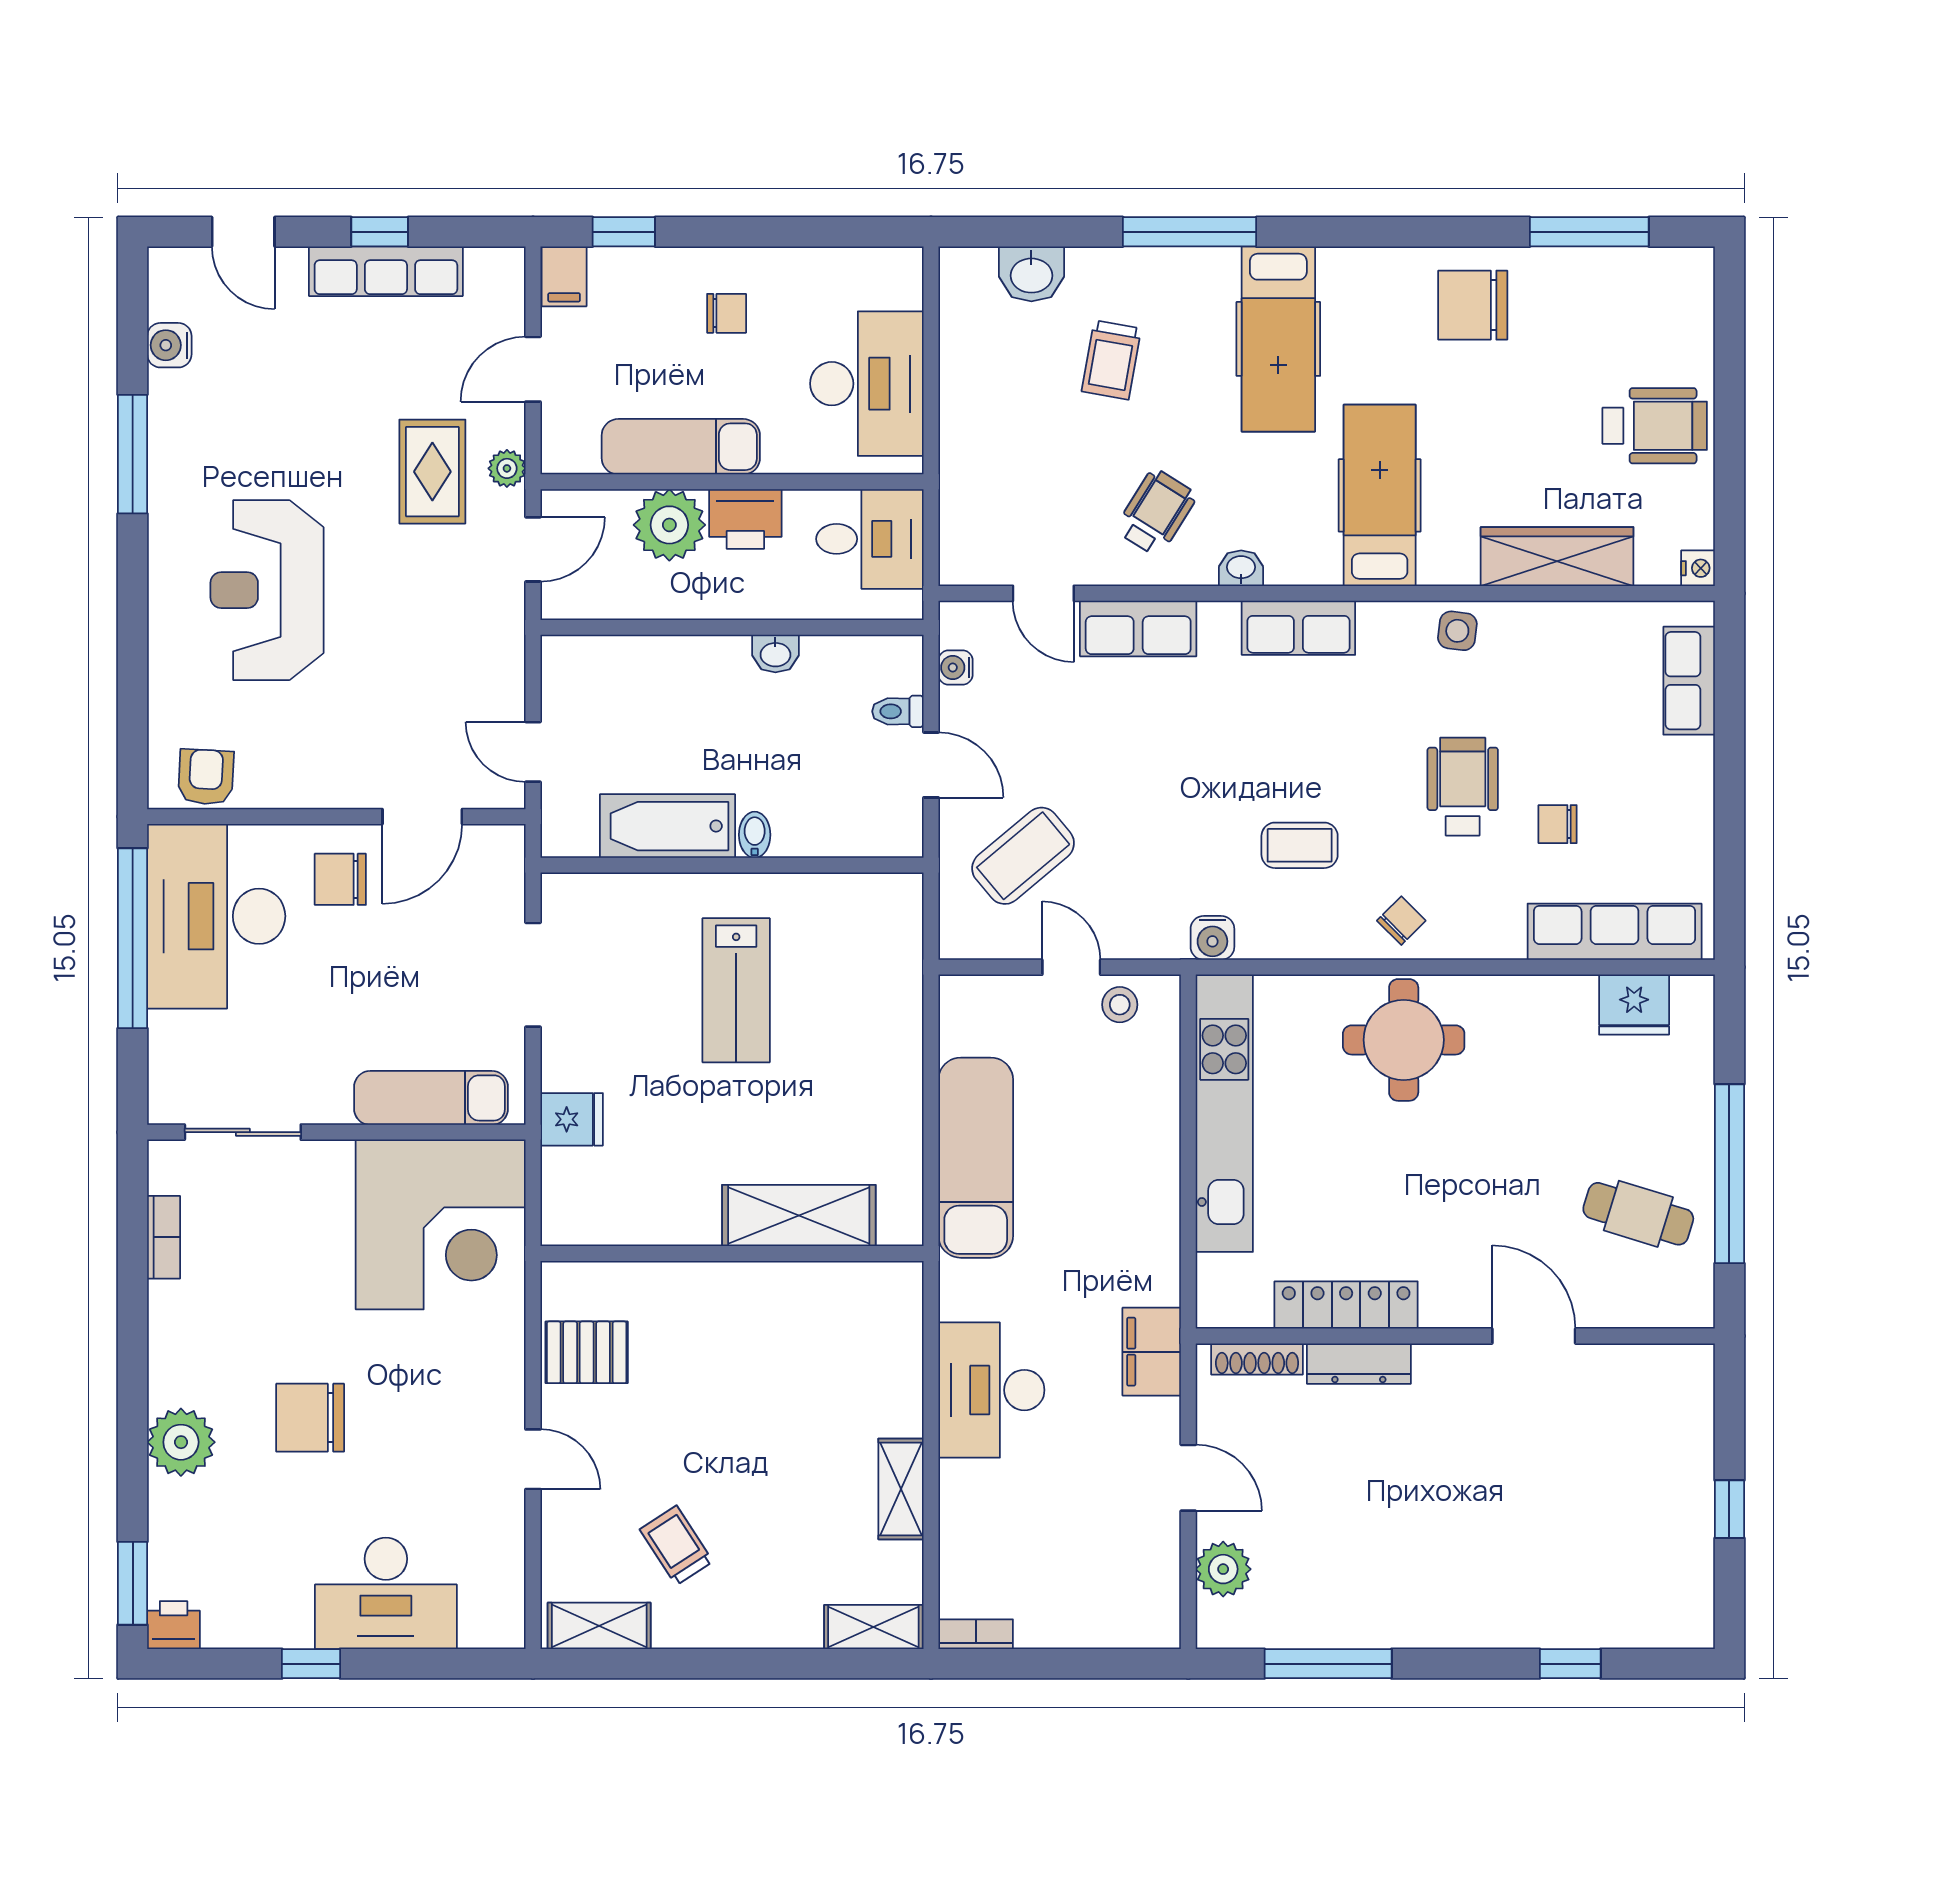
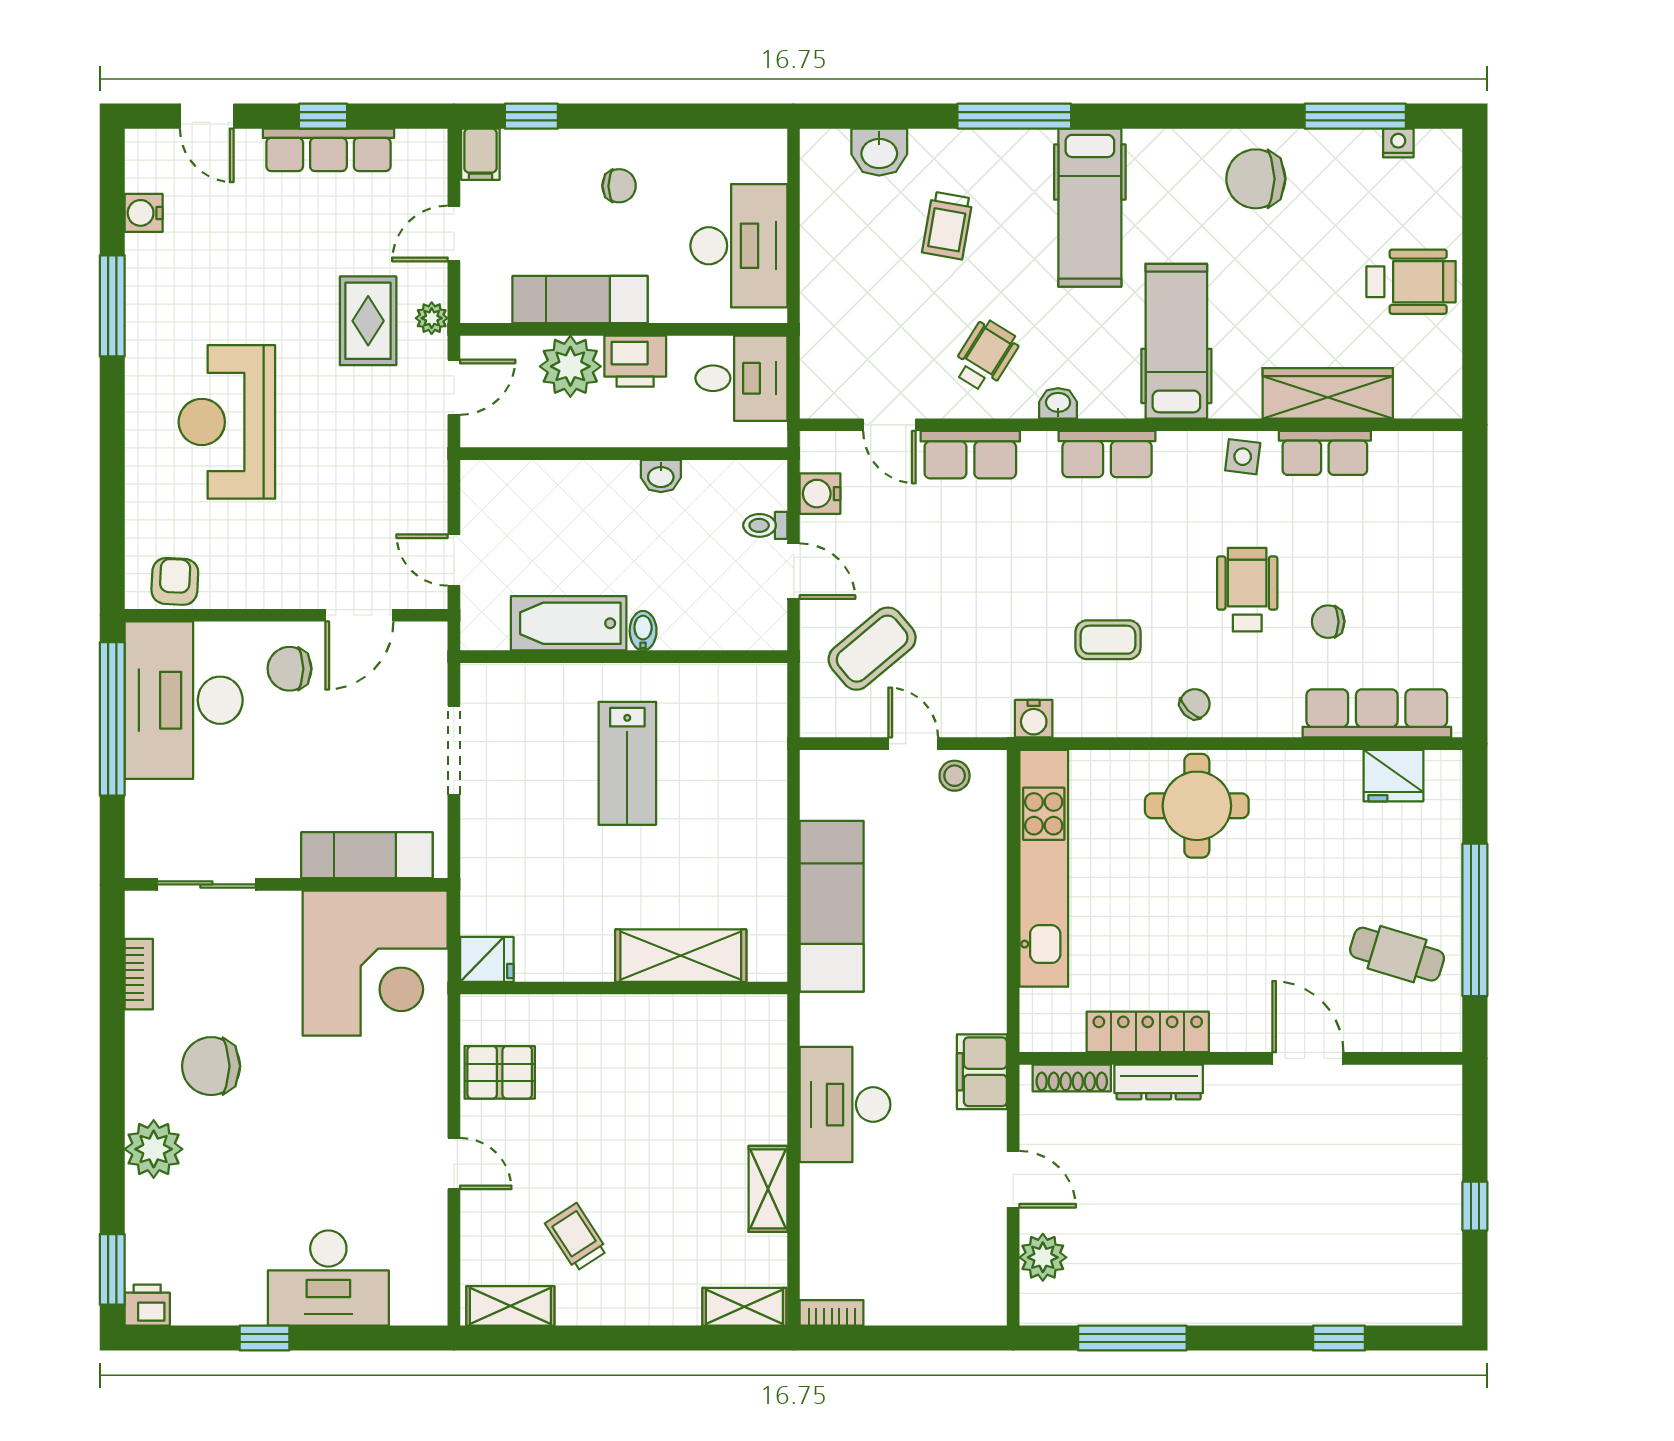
nightstand: (1698, 568) -> (1398, 143), moved, turned -90
water cooler: (955, 667) -> (820, 494), width x1.38, depth x1.38
row of seats: (1689, 681) -> (1325, 453), moved, turned -90
fridge: (572, 1119) -> (487, 959), moved
chair: (310, 1418) -> (211, 1066), moved

